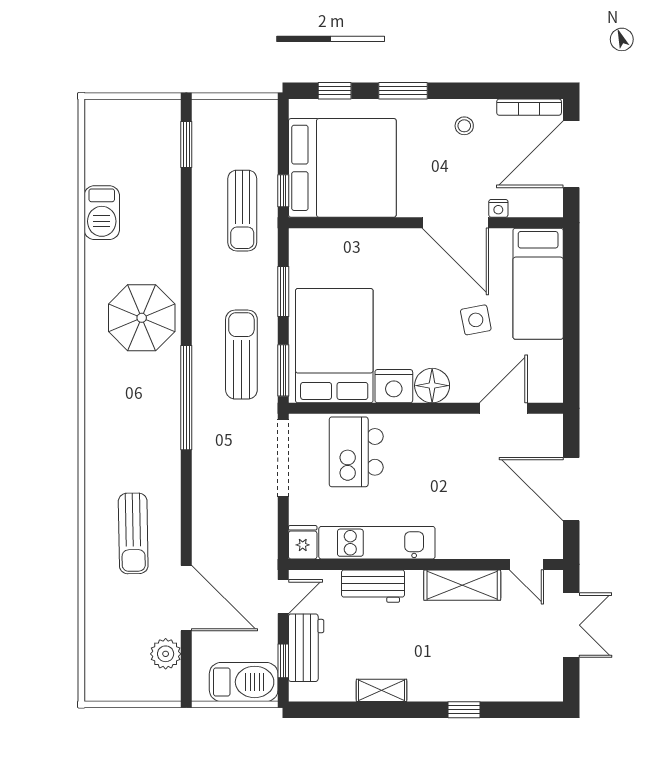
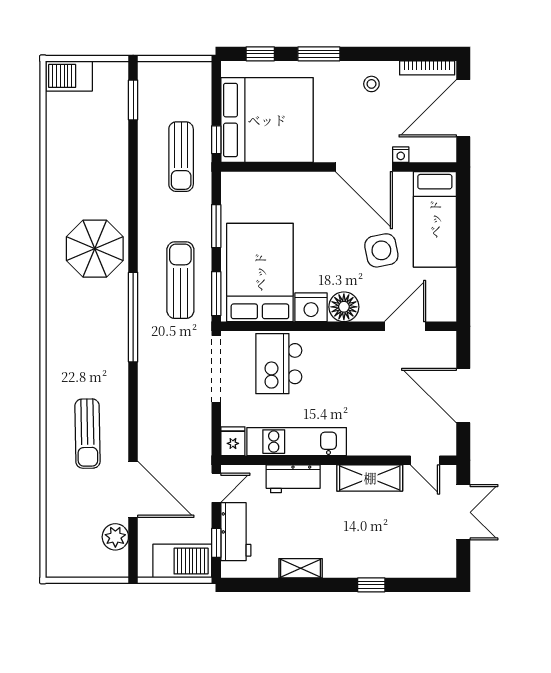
barbecue: (102, 213) -> (69, 76), moved, turned 90
side table: (476, 320) -> (381, 250), width x1.37, depth x1.37

